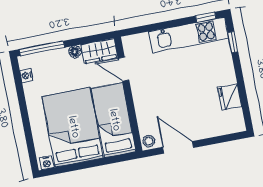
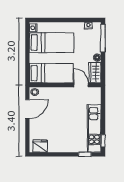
door: (124, 69) -> (81, 85), hinge flipped
fridge: (230, 97) -> (40, 146), moved
bed: (73, 127) -> (52, 43), width x0.67

